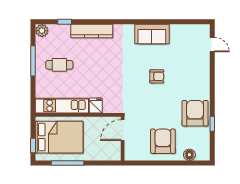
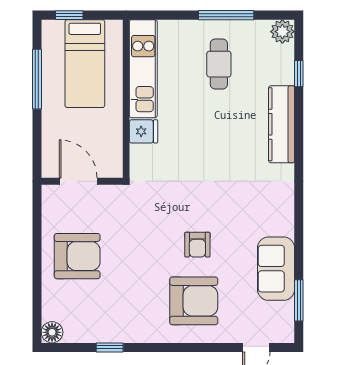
window: (187, 22) -> (299, 300), added
sofa: (152, 34) -> (276, 269), moved
armchair: (195, 113) -> (194, 301), moved
door: (123, 130) -> (78, 181), moved
bed: (59, 137) -> (85, 64), width x0.67
floor lamp: (189, 155) -> (52, 332), moved

